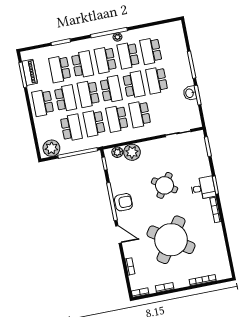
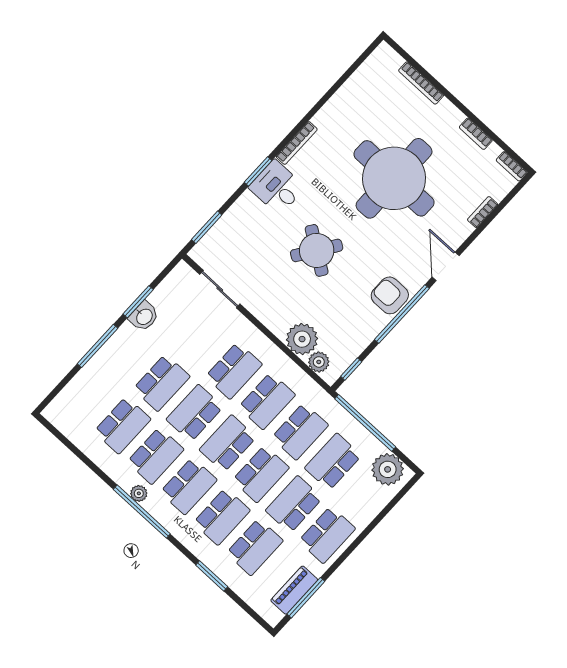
school desk: (82, 64) -> (222, 517), turned 180
round table: (171, 240) -> (394, 178), turned -34

